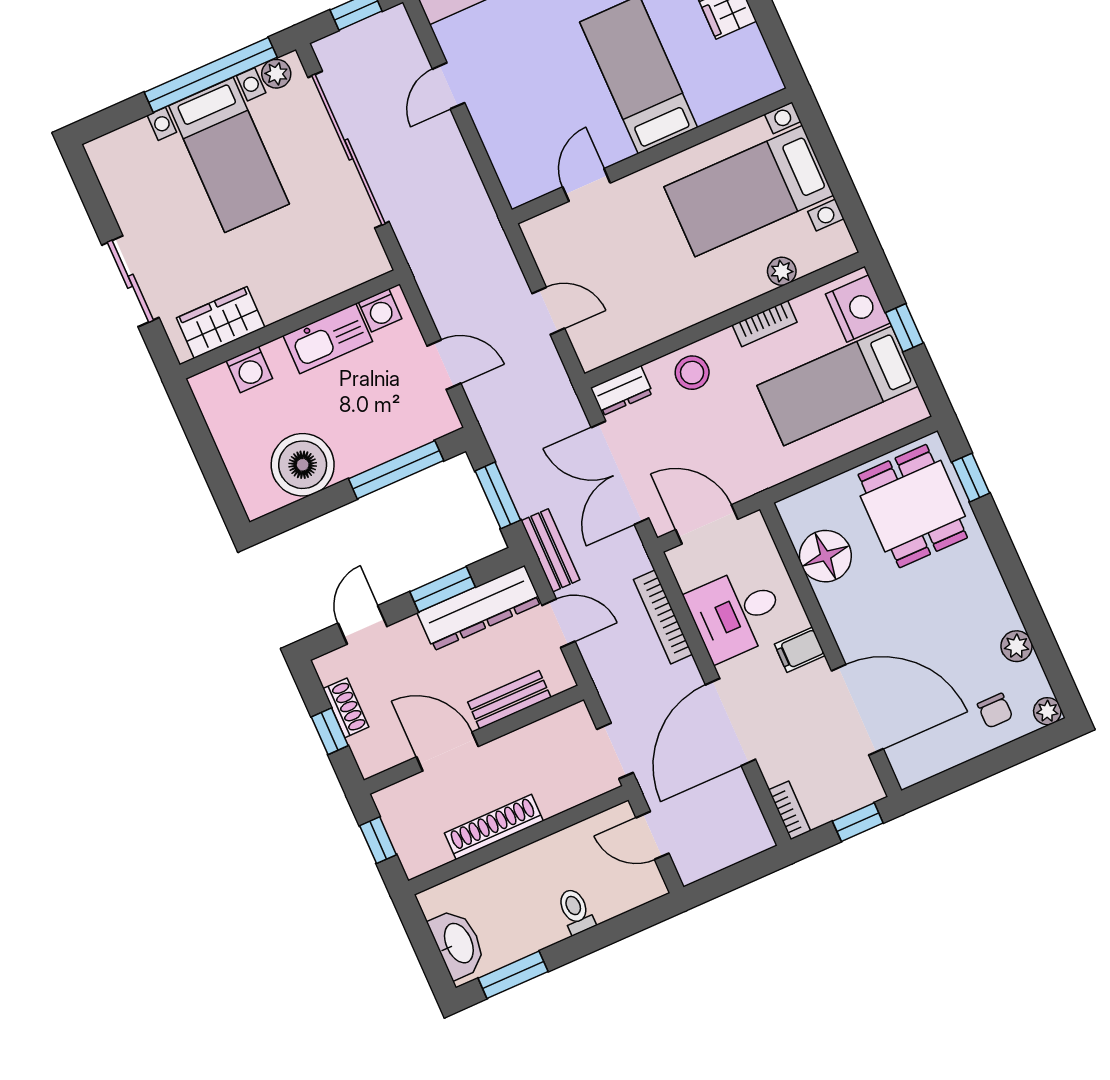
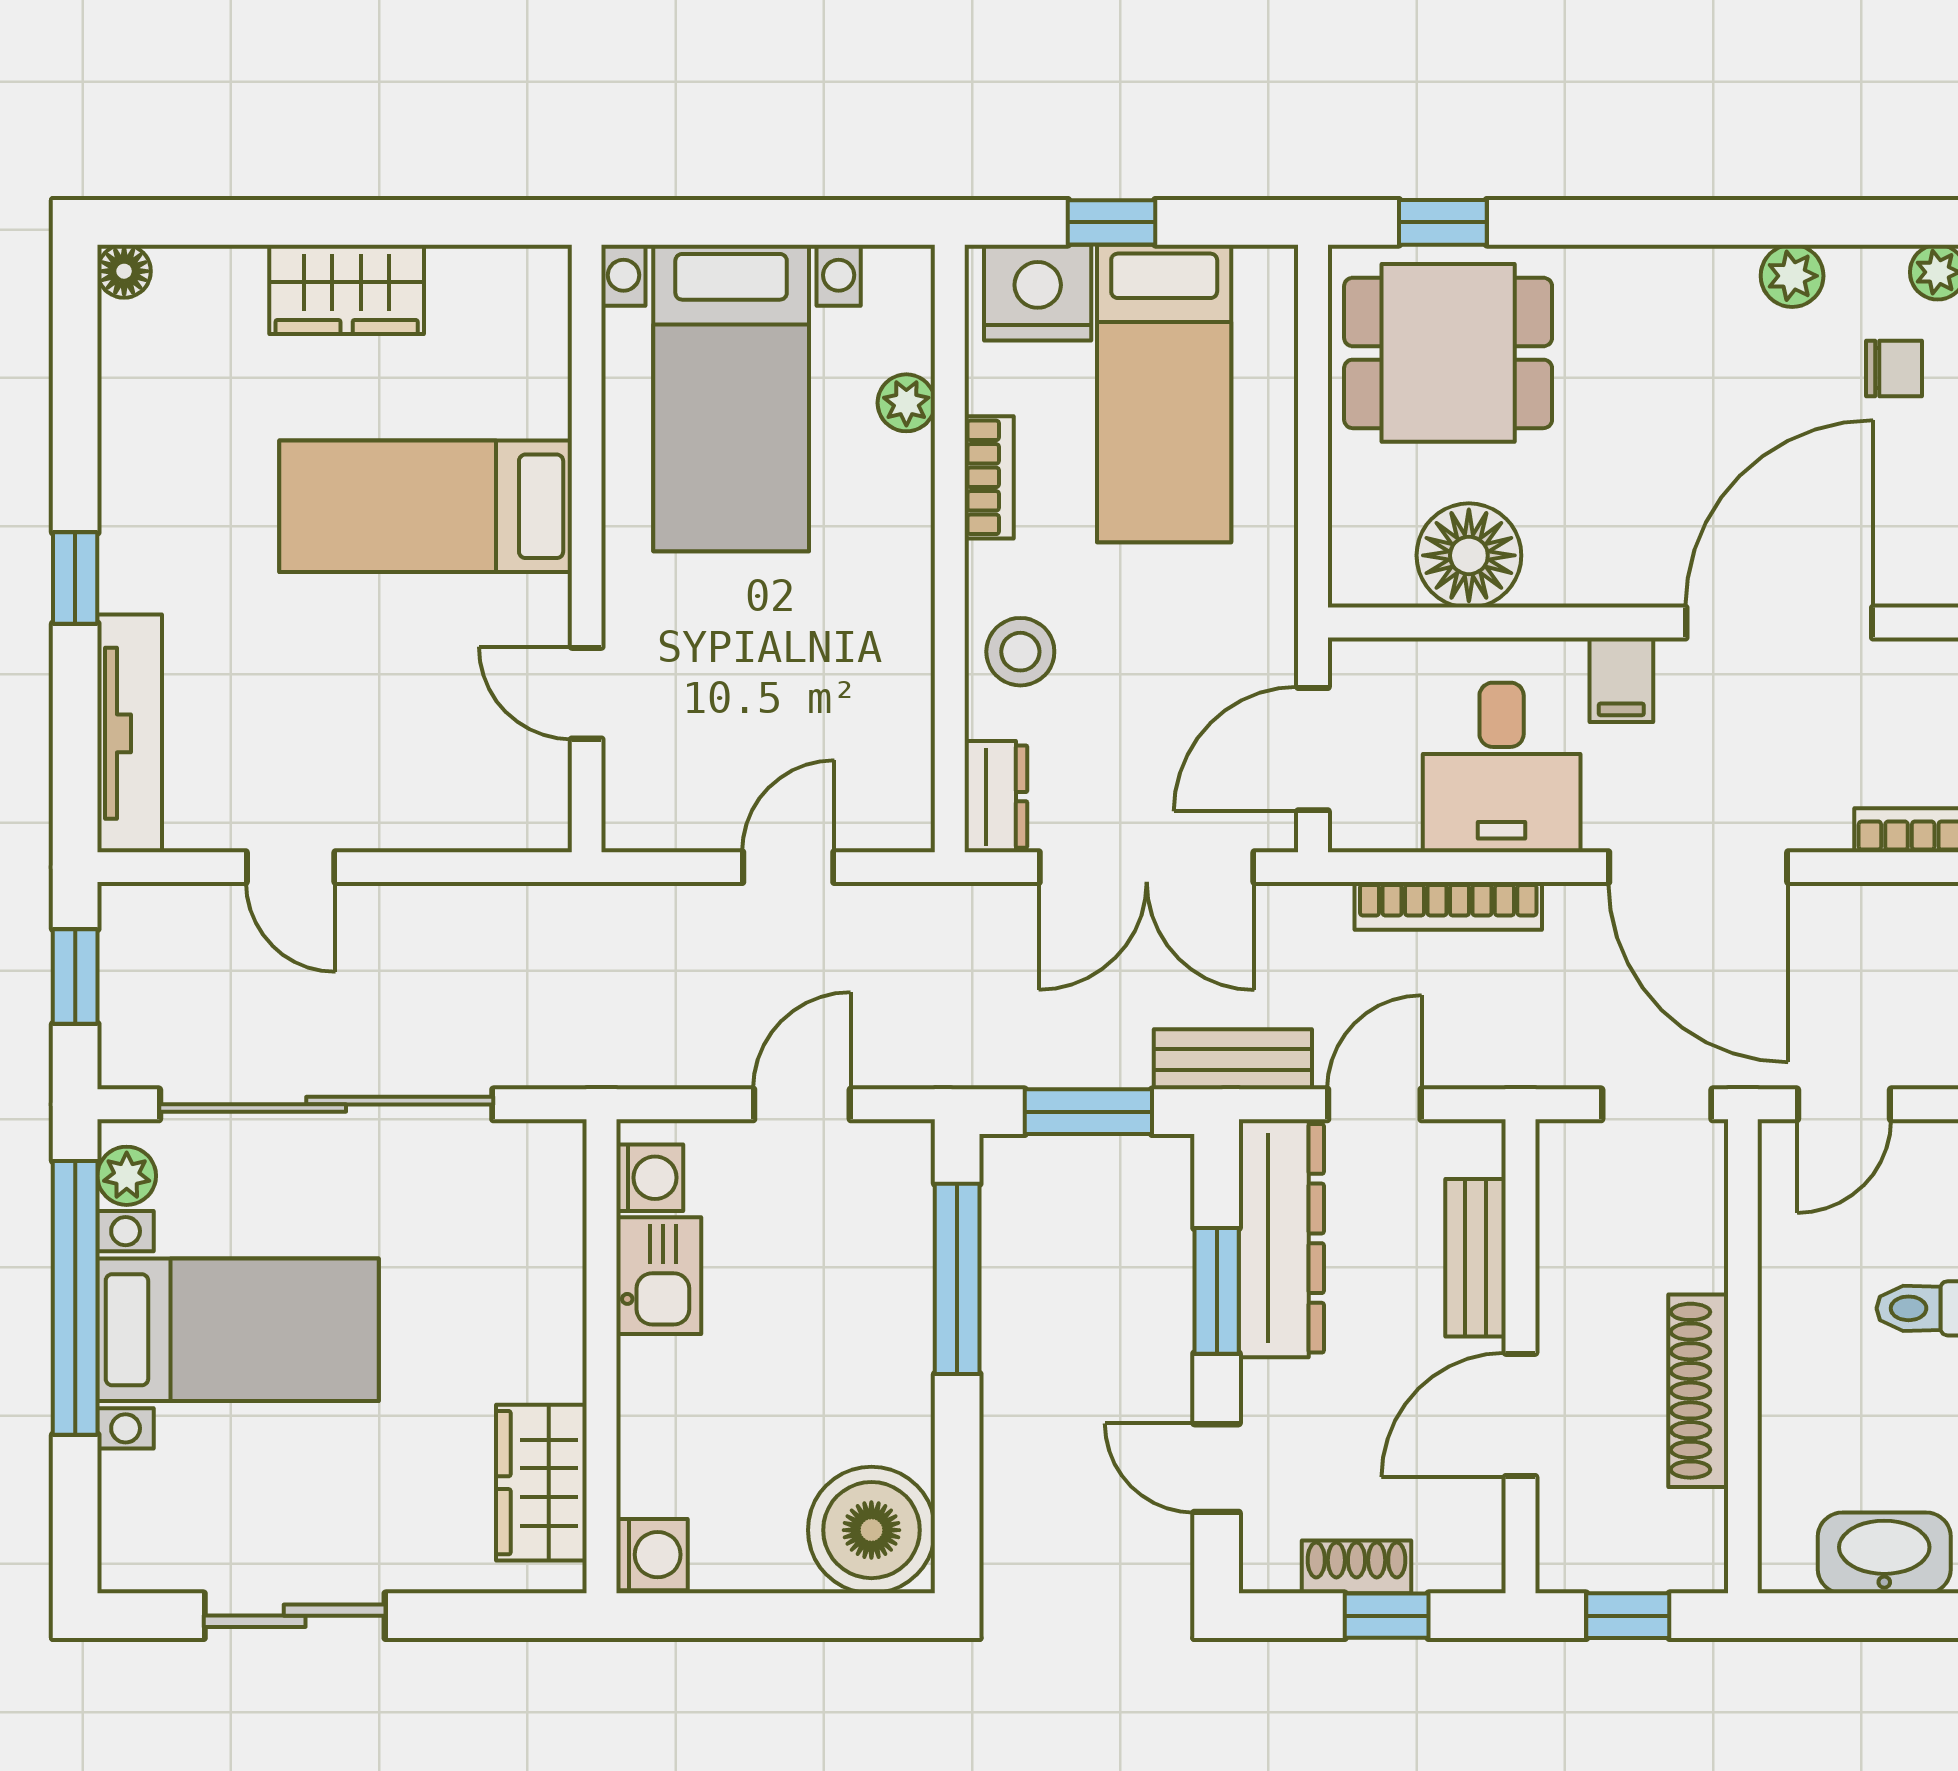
sliding door: (130, 281) -> (295, 1616), moved
kitchen sink: (328, 338) -> (659, 1276), width x0.73
washing machine: (249, 370) -> (652, 1555), moved
boiler: (303, 465) -> (871, 1530), moved

